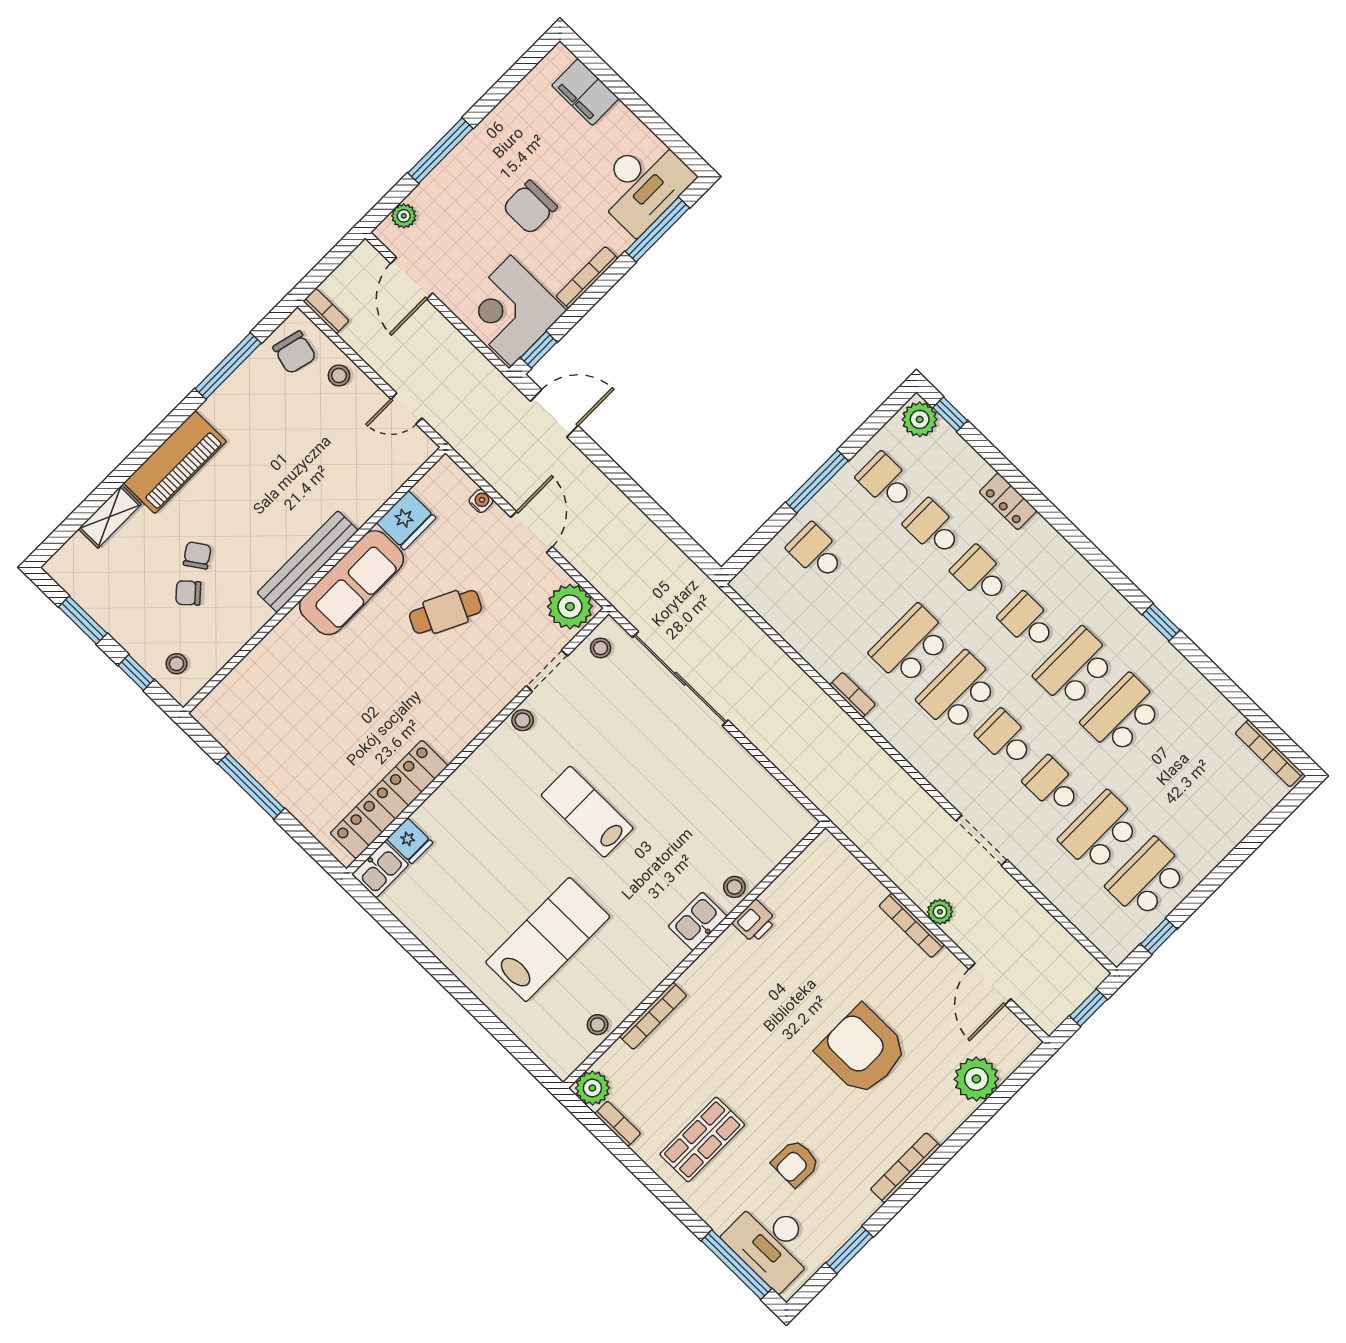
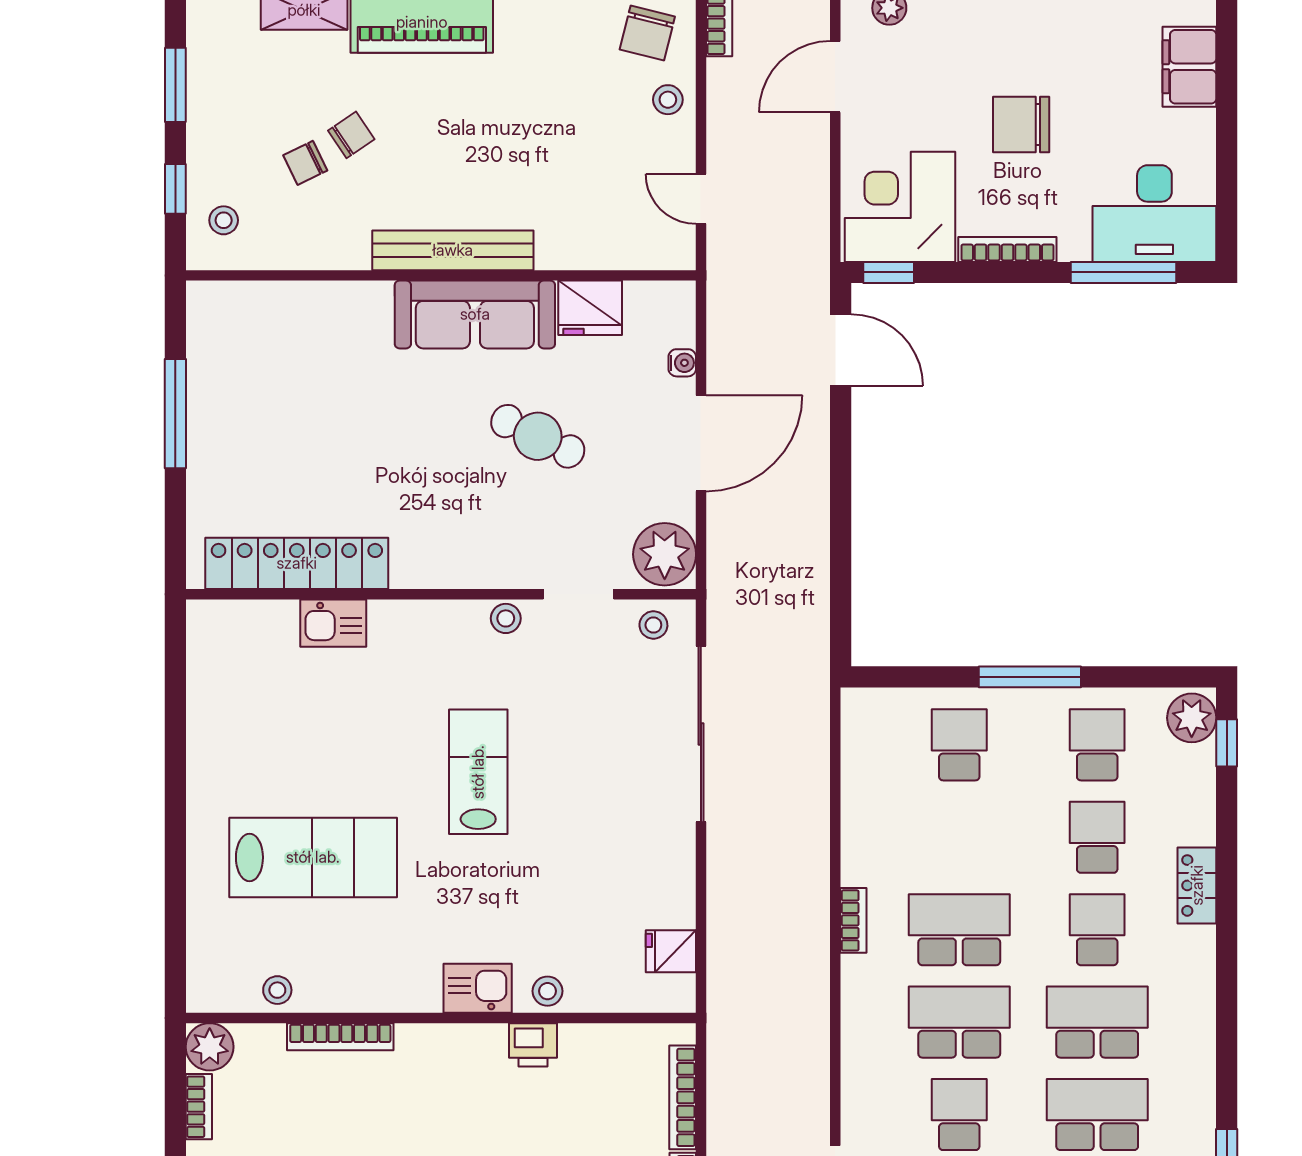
door: (531, 532) -> (701, 443), width x1.36
chair: (188, 593) -> (305, 163), turned -74
school desk: (1028, 621) -> (1097, 1022), width x1.85
fridge: (410, 841) -> (671, 951), moved, turned 90
kitchen sink: (380, 870) -> (333, 623), moved
bookcase: (857, 871) -> (683, 1097), added

